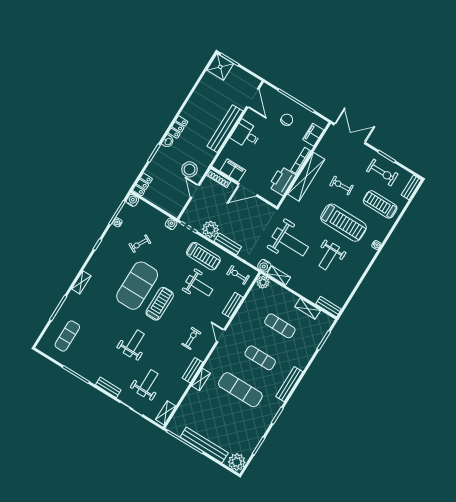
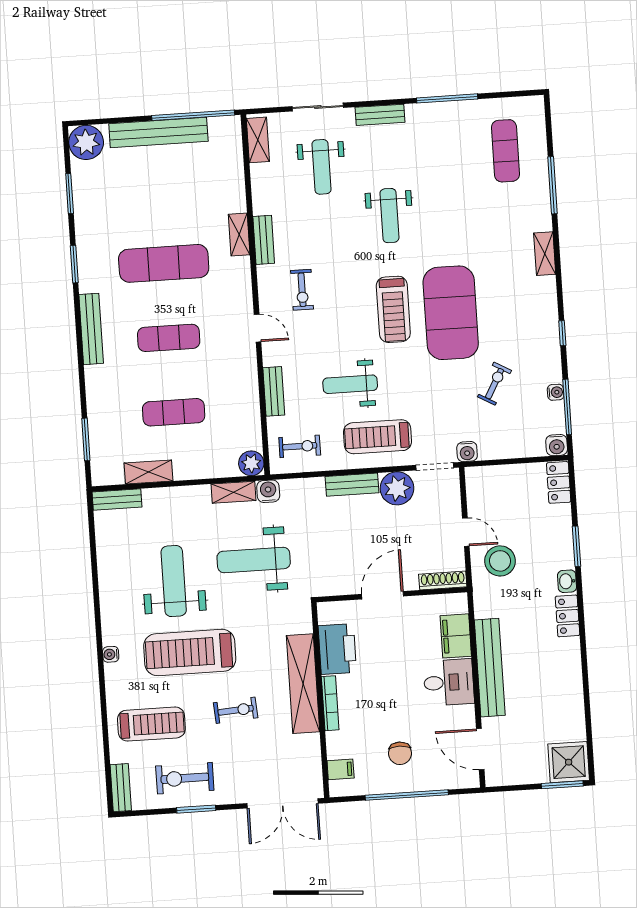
filing cabinet: (313, 135) -> (341, 769), width x0.50
filing cabinet: (233, 170) -> (456, 636), moved, turned 90
weight bench: (329, 257) -> (174, 581), width x1.36, depth x1.33

